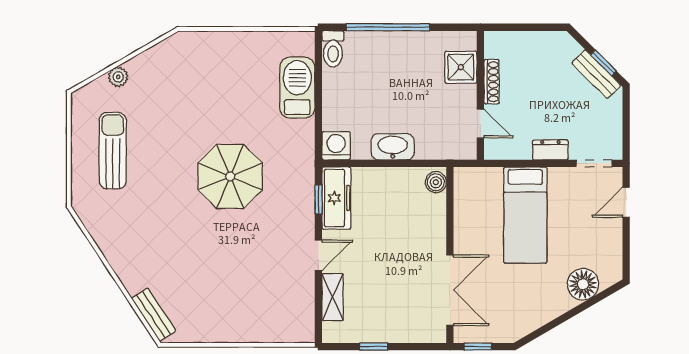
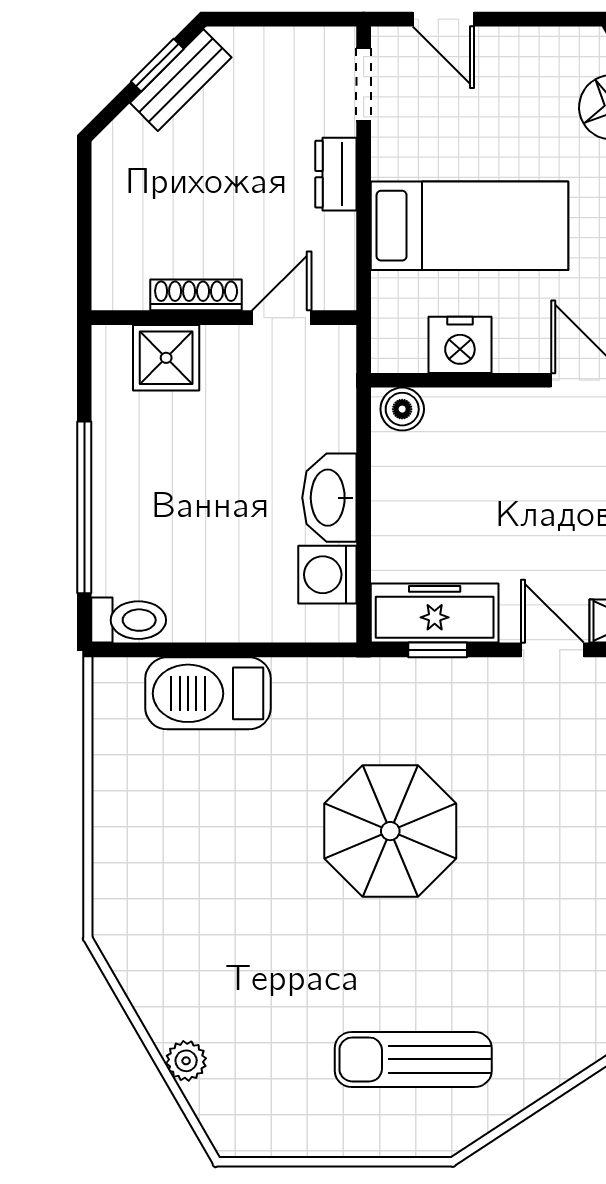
washing machine: (336, 146) -> (327, 575), moved
sun lounger: (113, 151) -> (413, 1059), moved
nightstand: (467, 210) -> (460, 345), added

